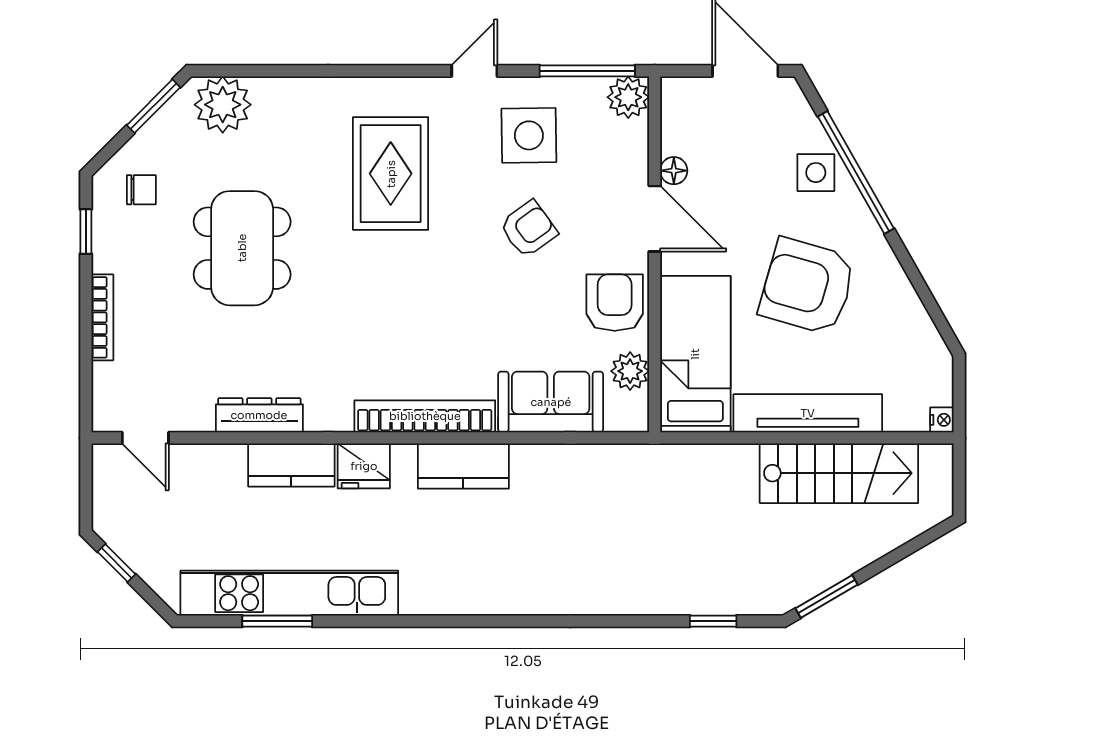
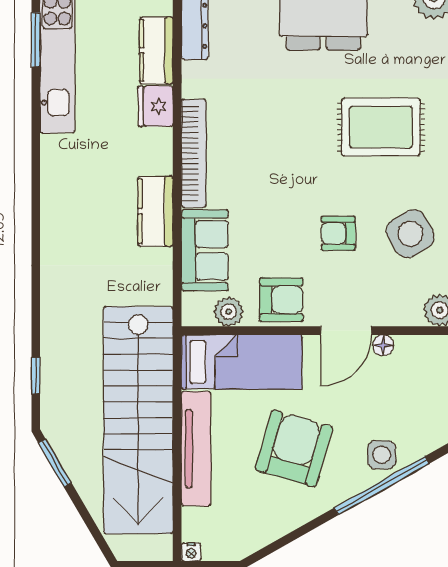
side table: (529, 135) -> (410, 234), turned -30
armchair: (529, 229) -> (338, 233), turned 126
kitchen counter: (463, 466) -> (155, 211), moved
stairs: (839, 473) -> (138, 420), width x1.86, depth x1.51

